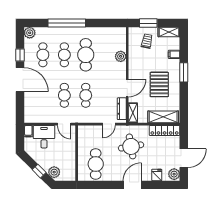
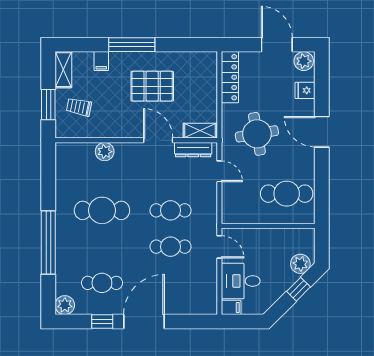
cafe table: (64, 55) -> (102, 247), removed
window: (184, 72) -> (132, 45), width x1.44
shelving: (163, 117) -> (207, 79), removed
door: (64, 124) -> (219, 247), hinge flipped

